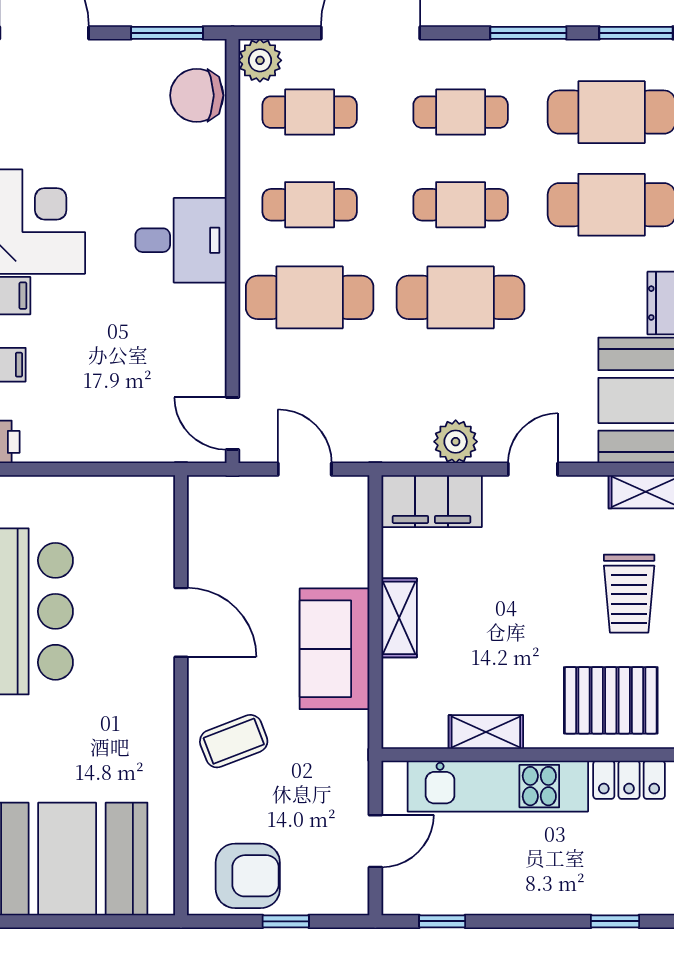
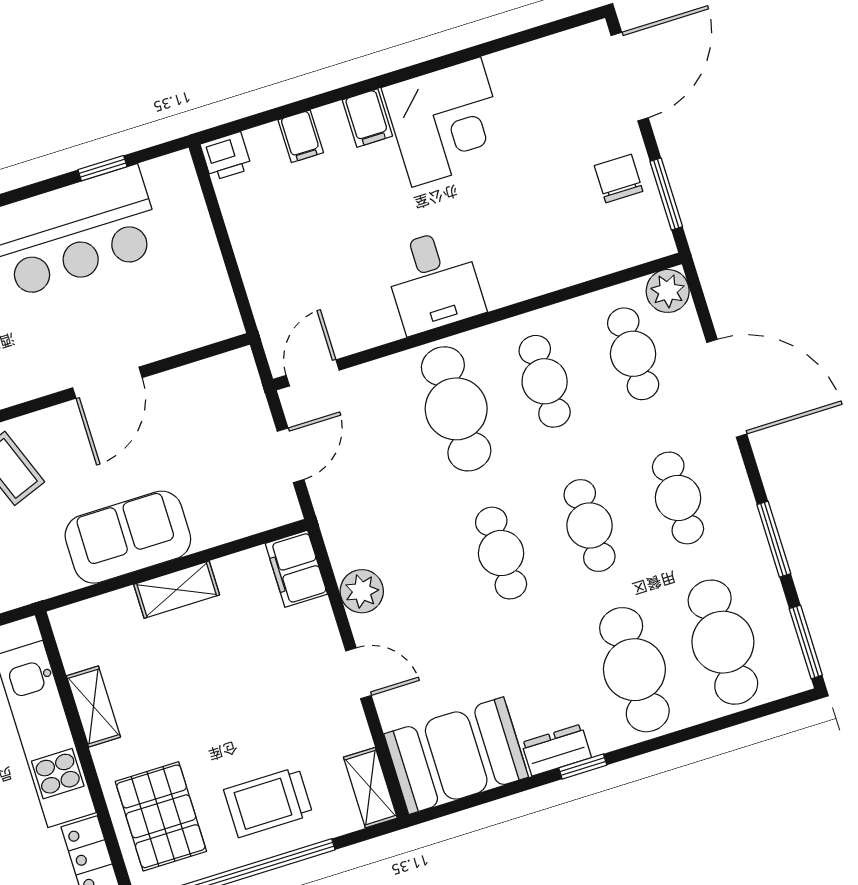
chair: (197, 95) -> (619, 178), moved, width x0.73, depth x0.73
desk: (181, 240) -> (434, 281), moved
cafe table: (461, 297) -> (501, 553), width x0.73, depth x0.74
filing cabinet: (432, 501) -> (296, 569), width x0.67, depth x0.86

